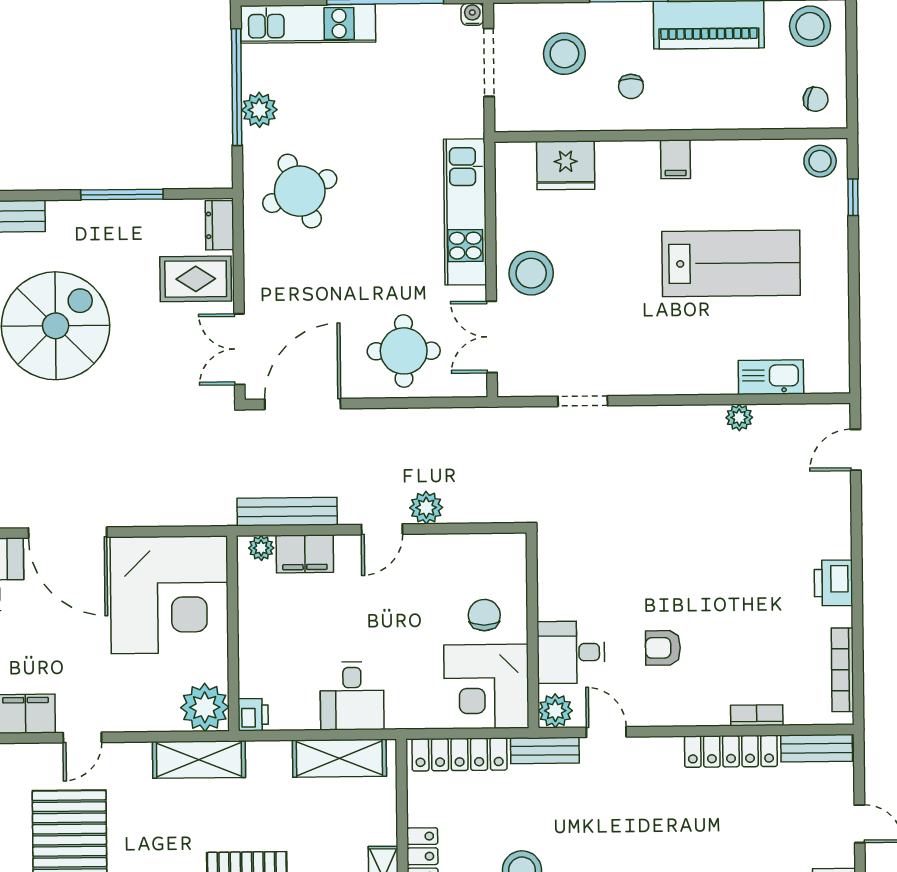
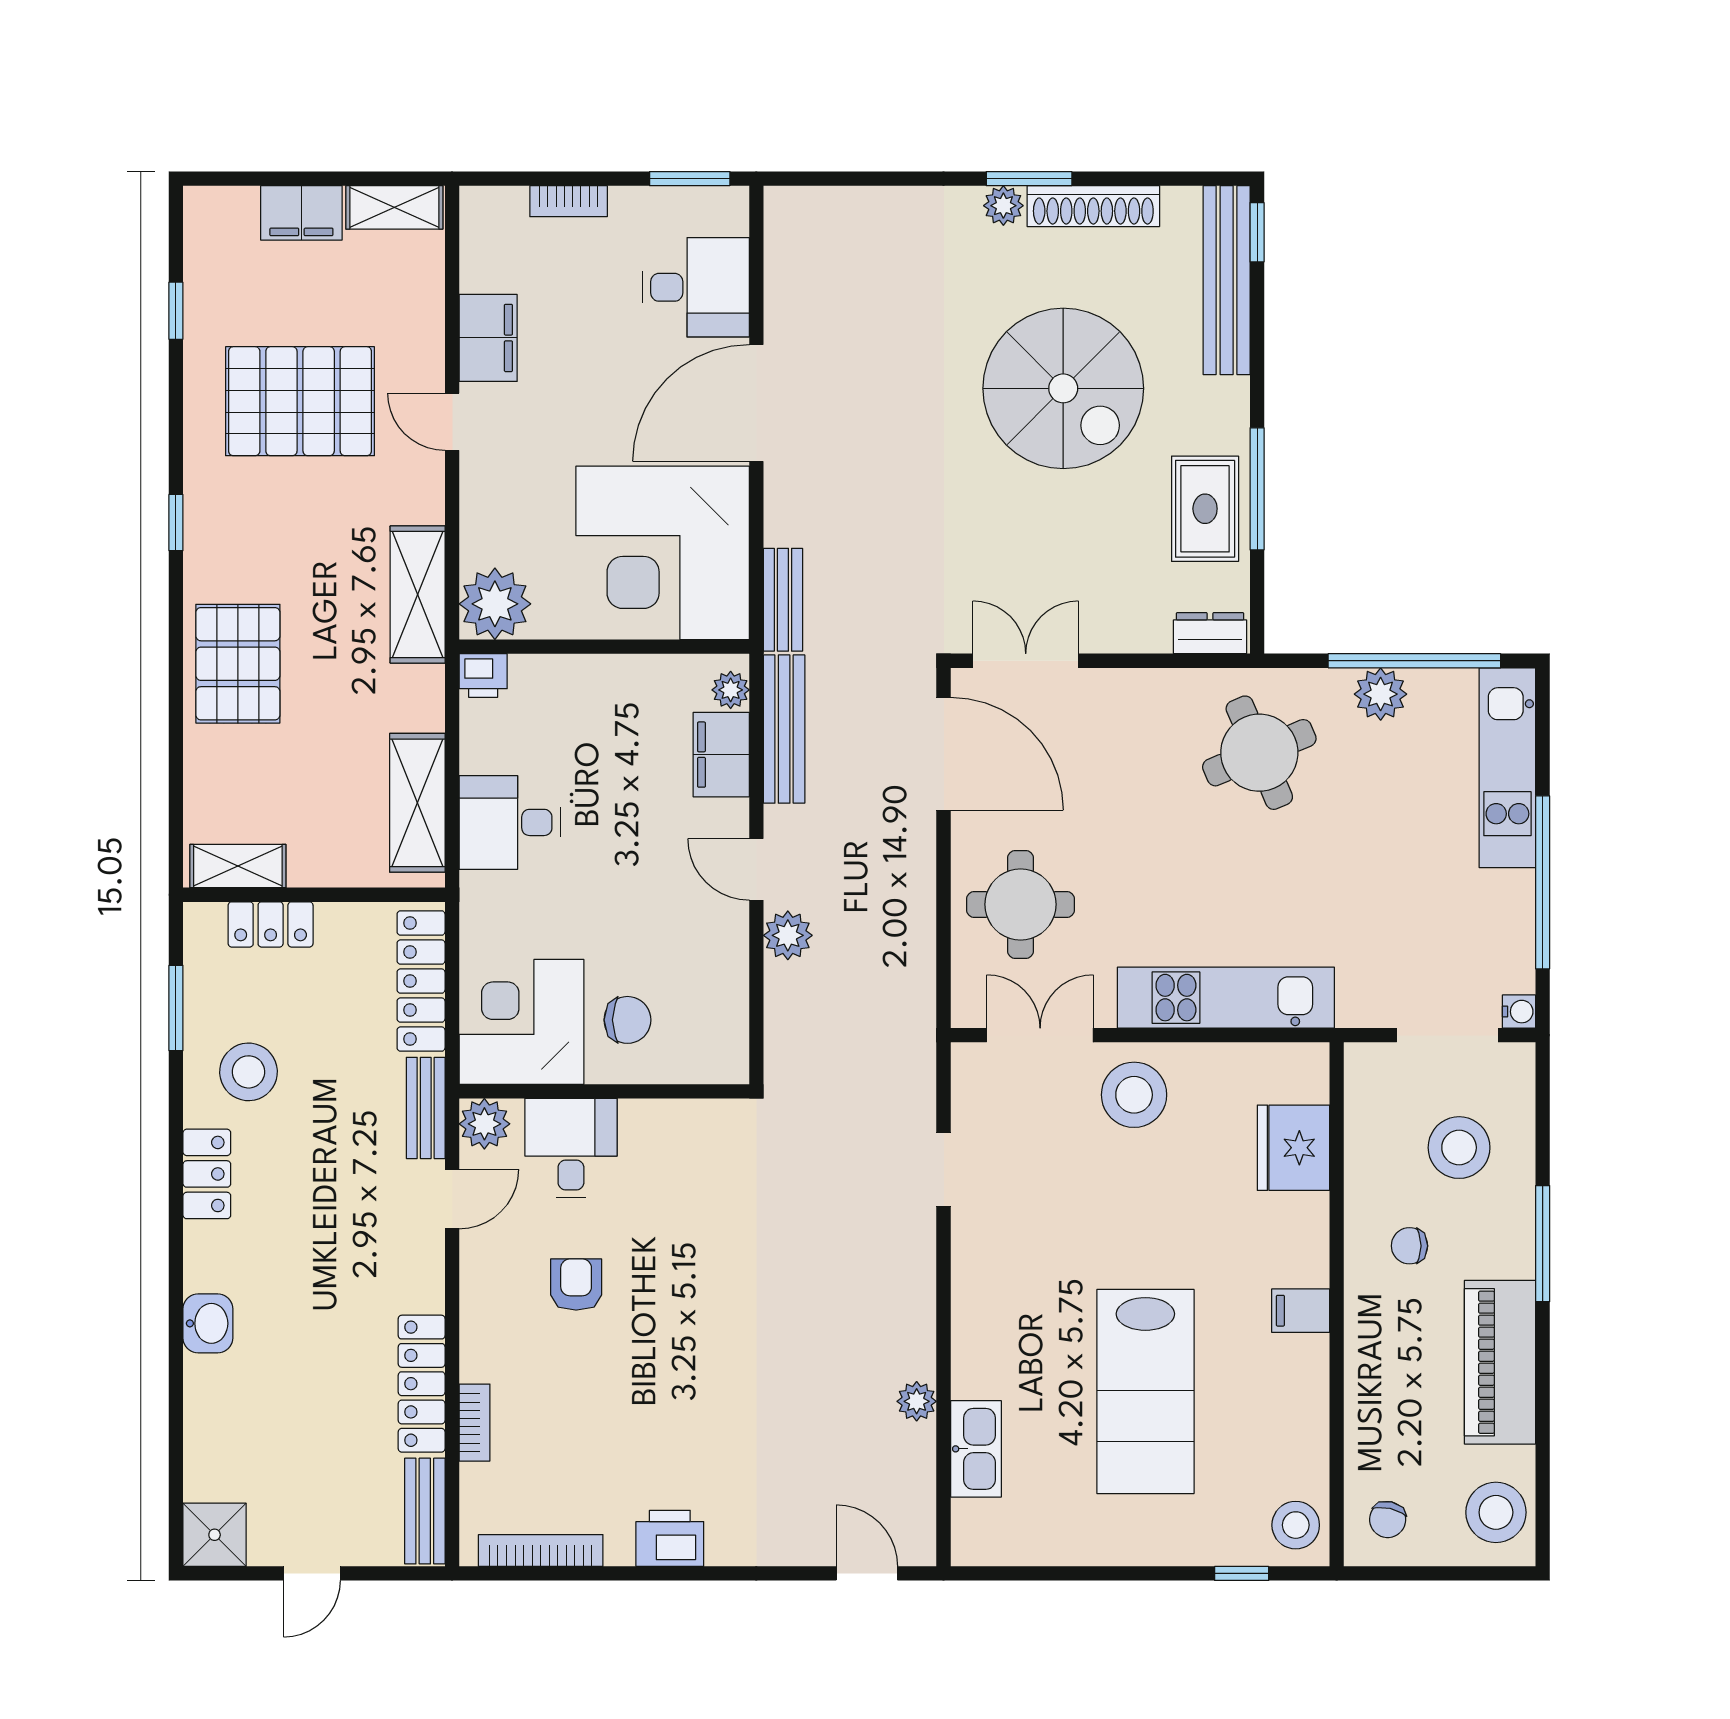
rug: (196, 279) -> (1205, 509), moved
bench: (200, 513) -> (783, 600), added

